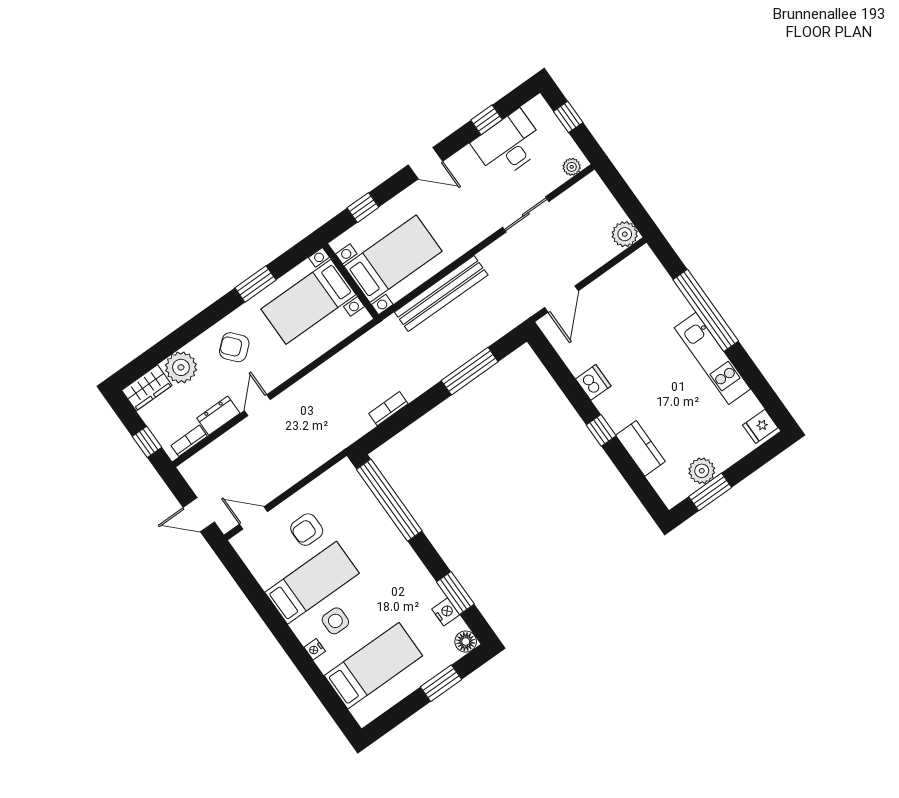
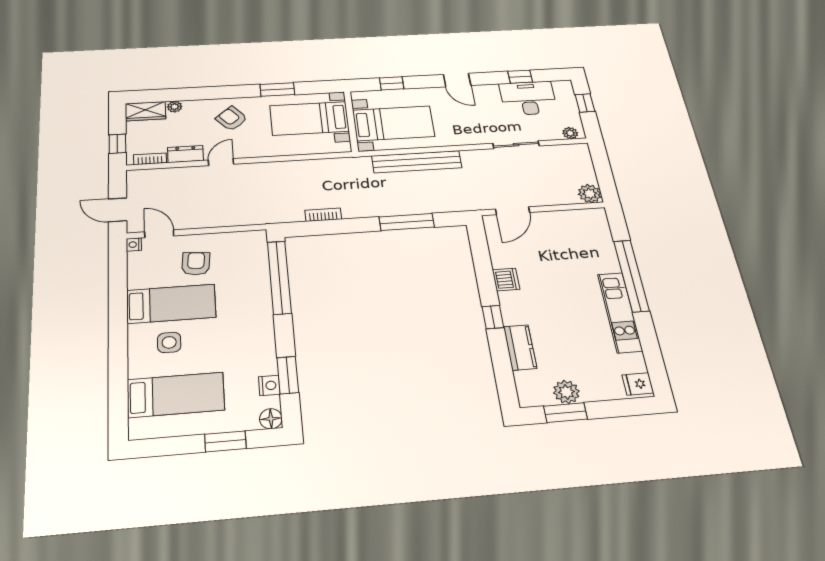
plant: (181, 367) -> (175, 107), width x0.53, depth x0.53
armchair: (307, 530) -> (196, 264), turned 95
nightstand: (315, 649) -> (134, 244), moved

